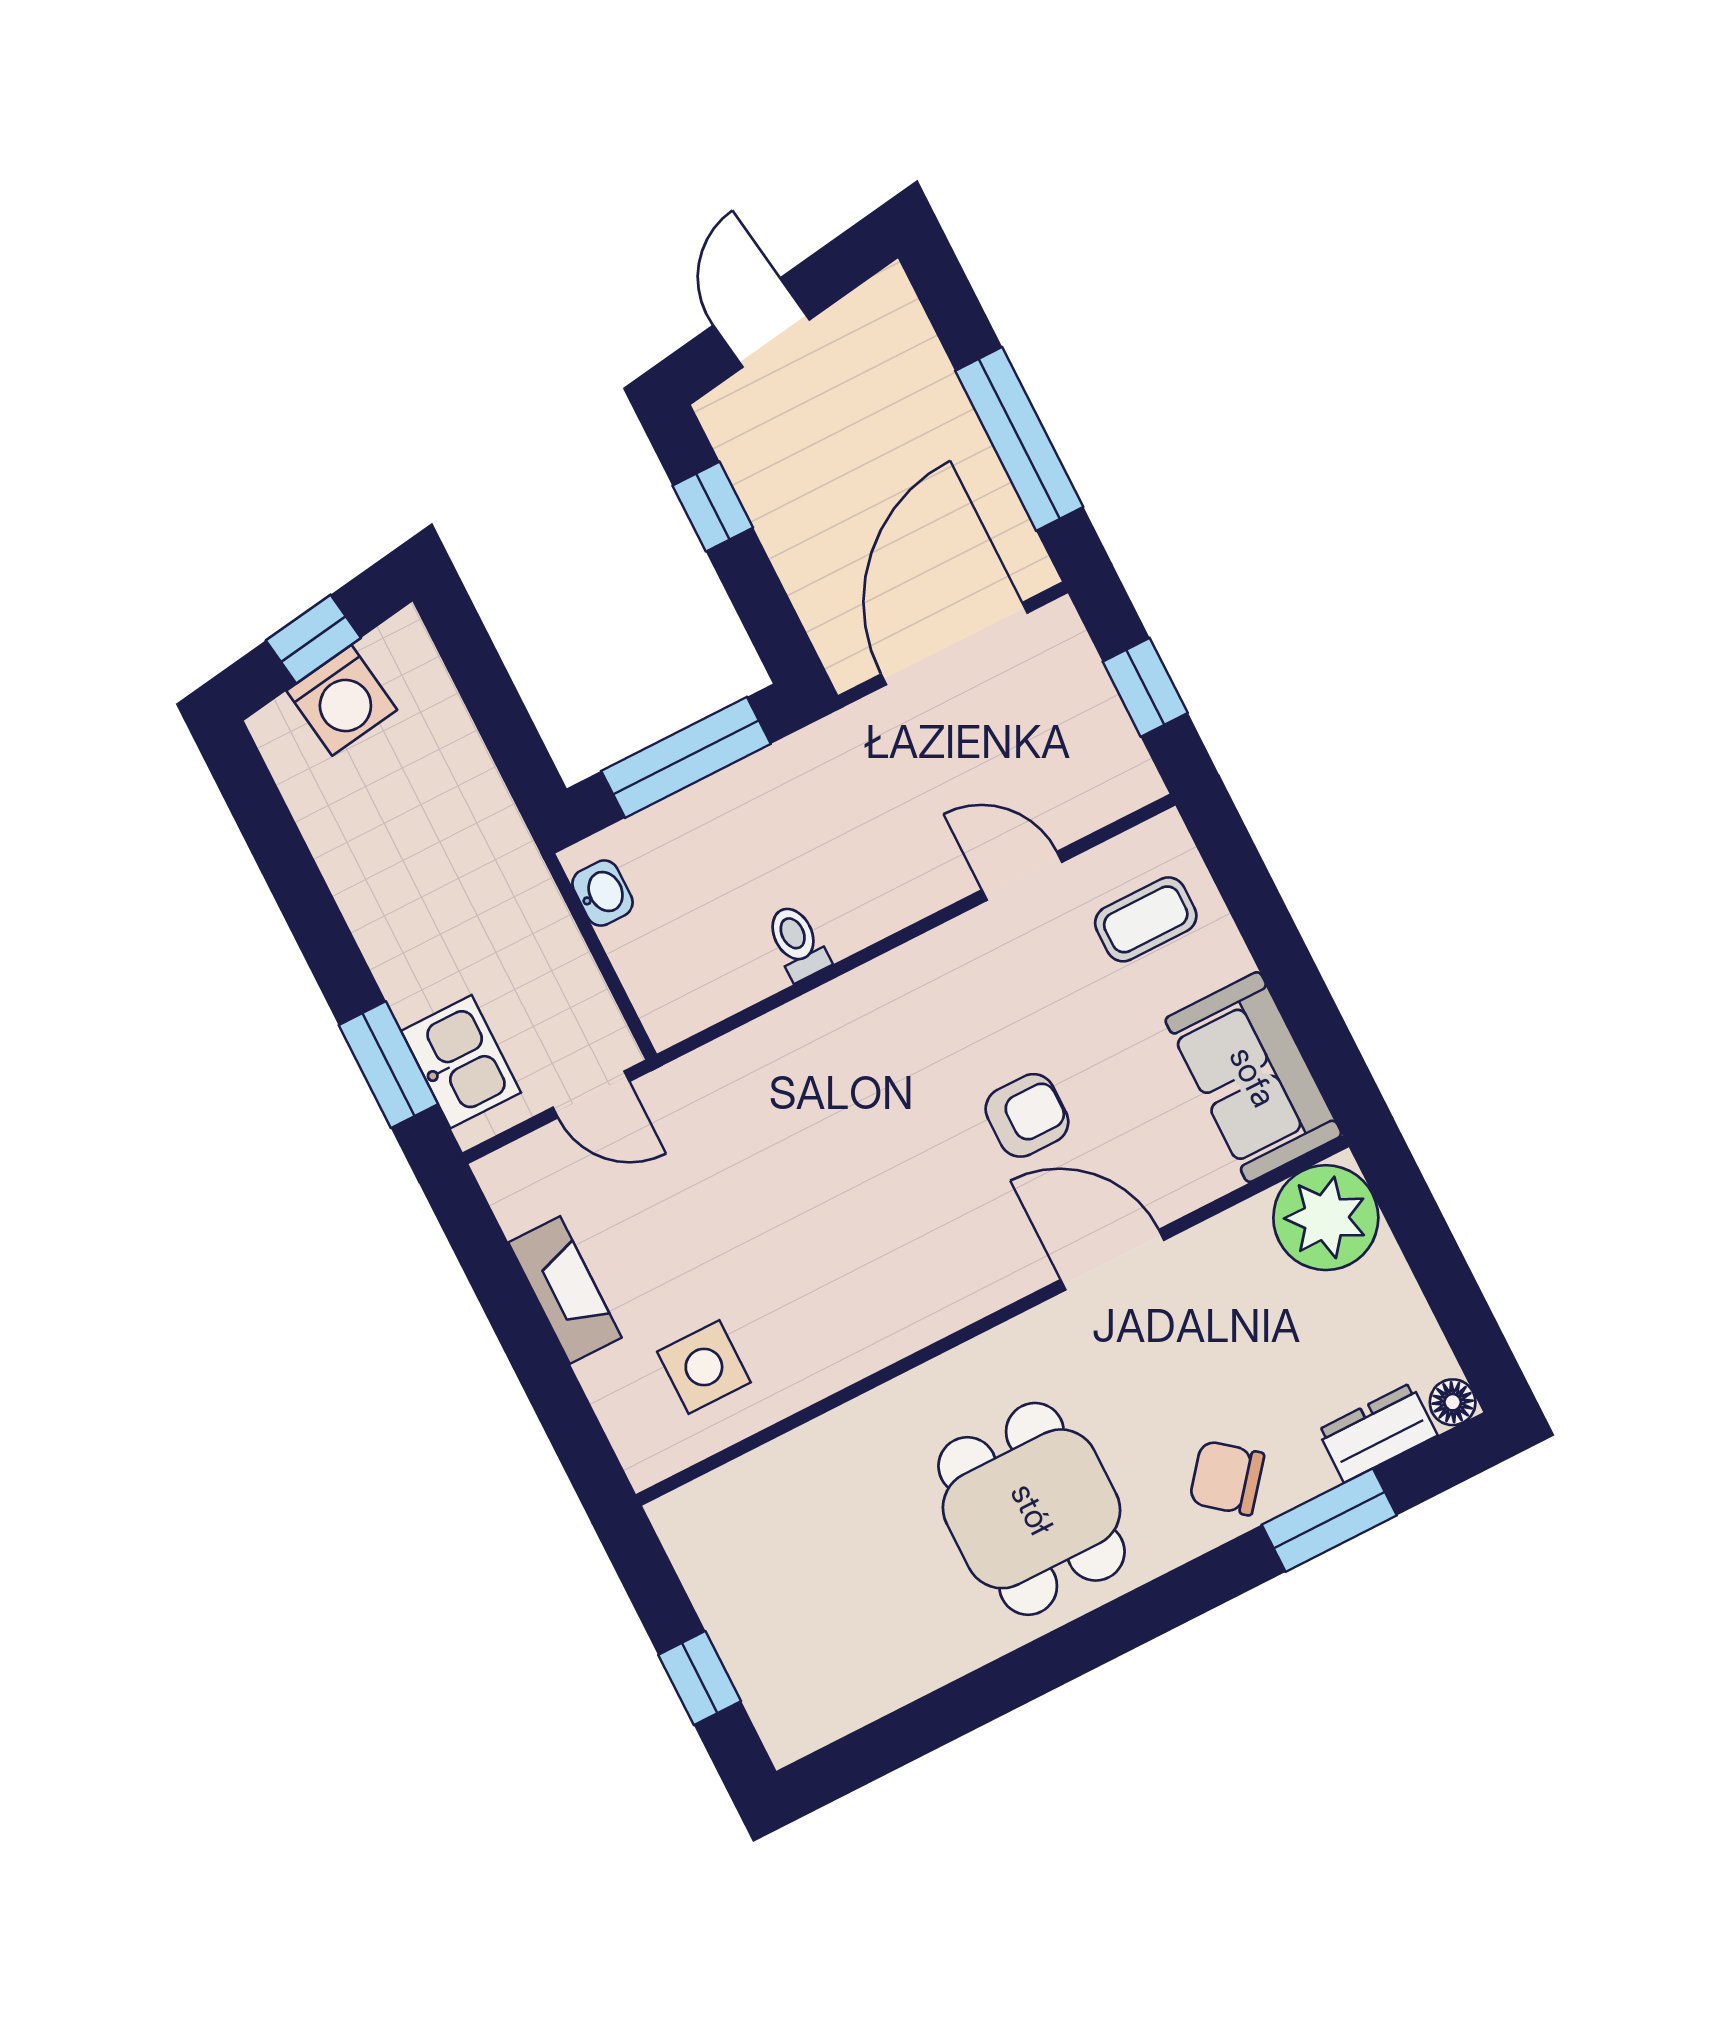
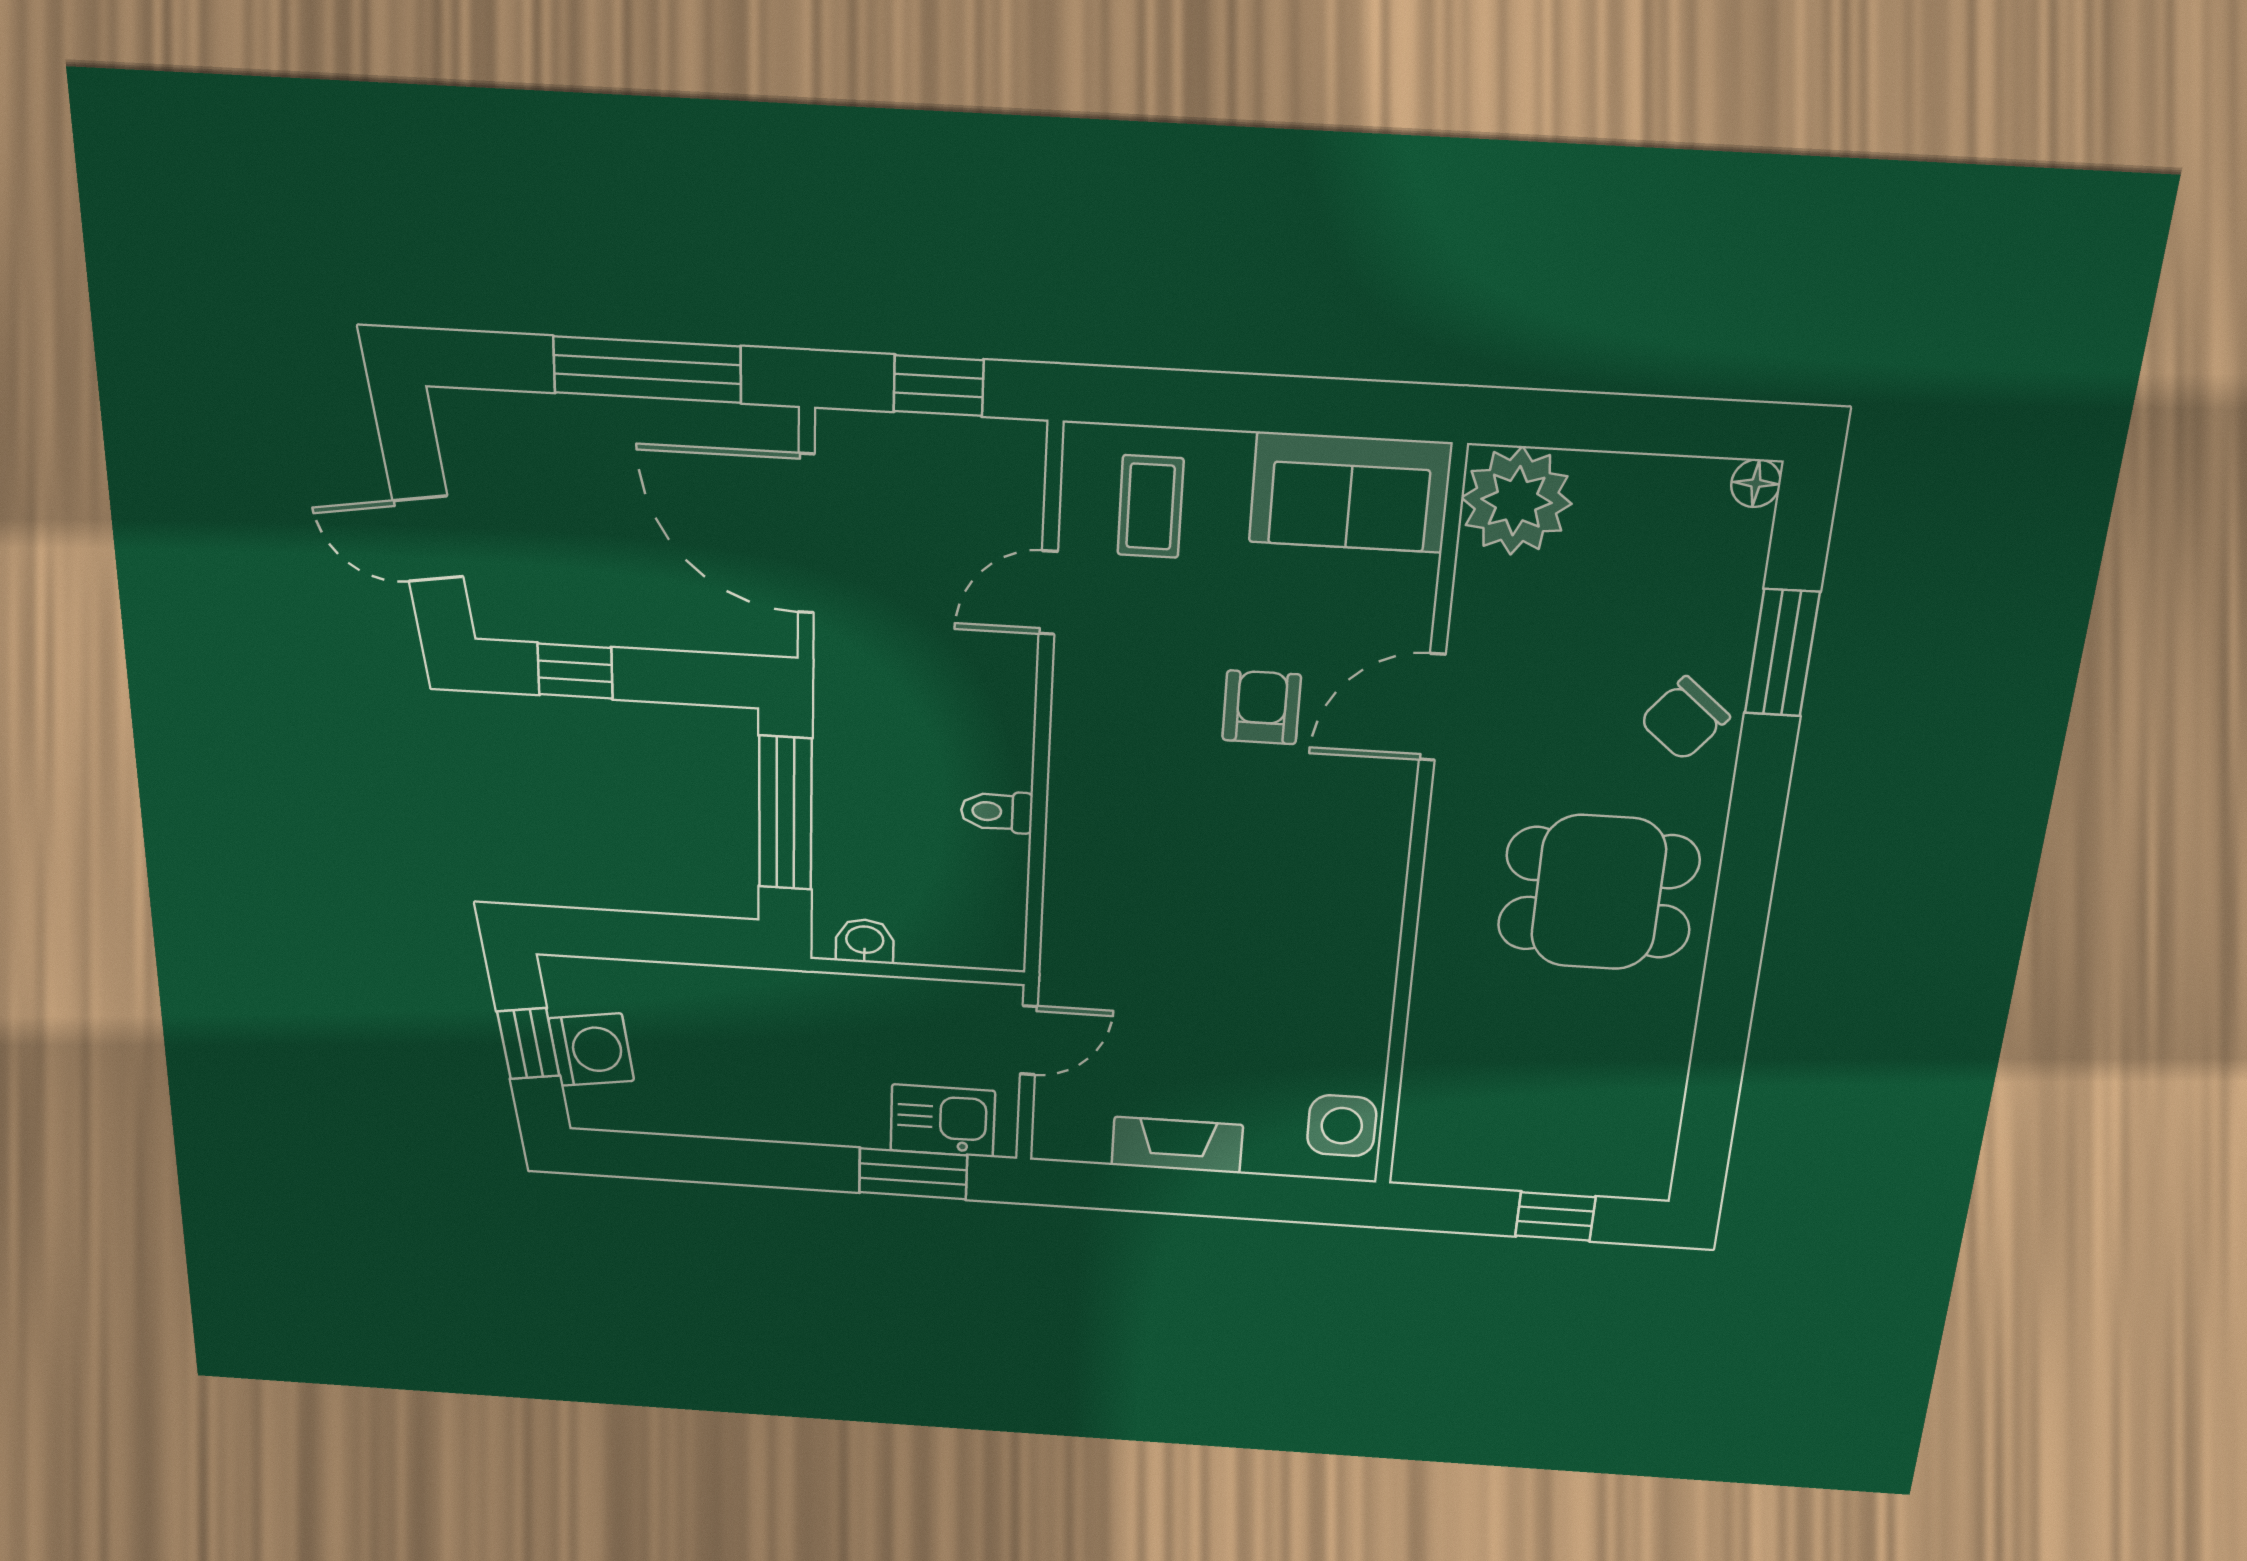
side table: (704, 1367) -> (1342, 1126), moved
dresser: (1378, 1433) -> (1736, 566), removed

